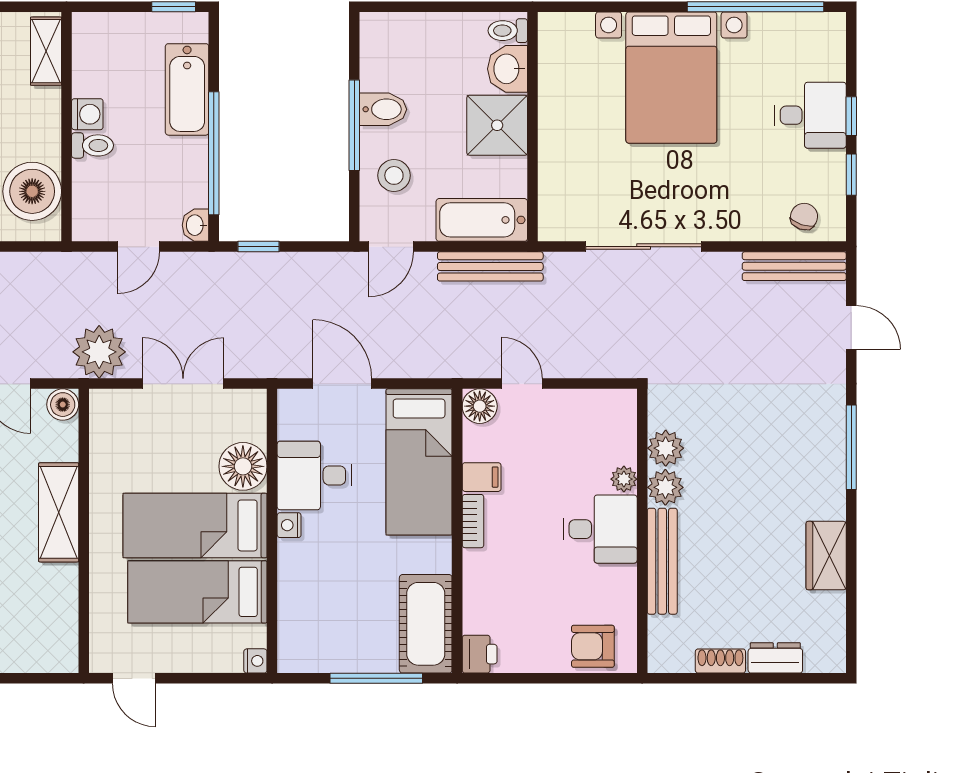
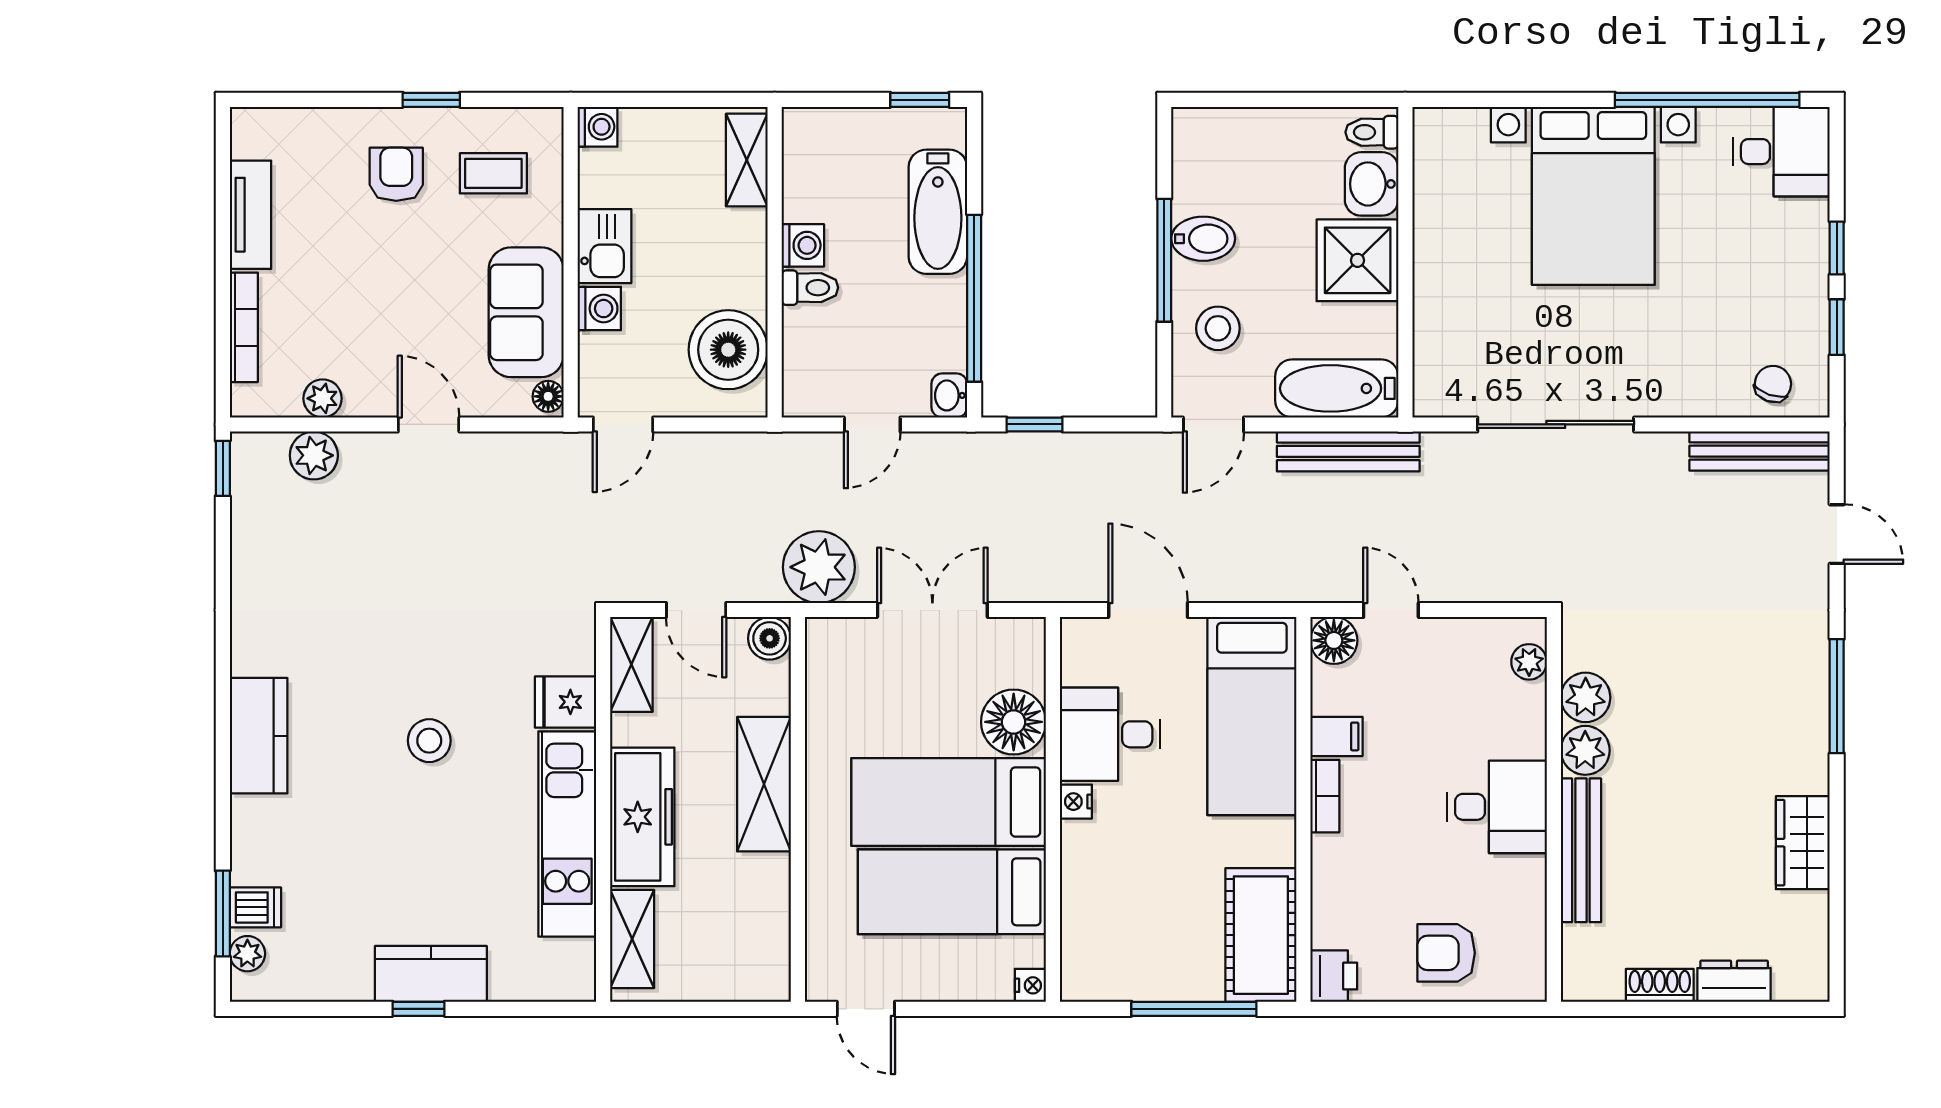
desk: (810, 115) -> (1781, 152), moved
plant: (624, 479) -> (1529, 662), moved
armchair: (593, 646) -> (1446, 953), moved

